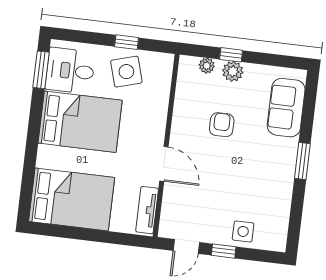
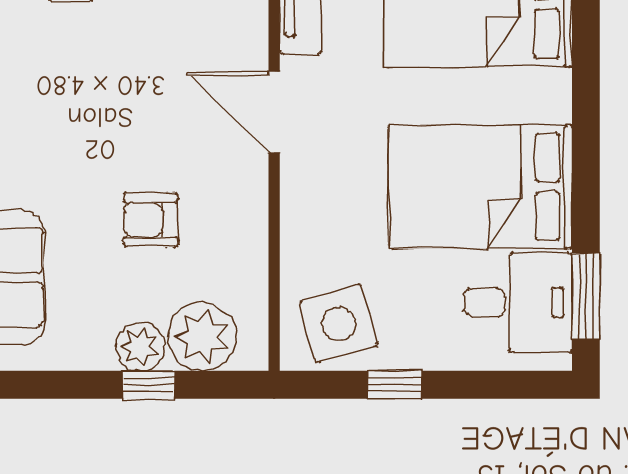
plant: (207, 66) -> (202, 337), width x1.87, depth x1.87
side table: (126, 72) -> (339, 324), moved
armchair: (222, 125) -> (151, 220), turned 90

